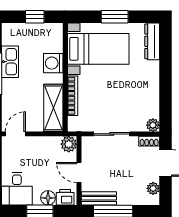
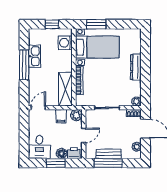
window: (115, 17) -> (96, 24), moved
dresser: (152, 41) -> (136, 67), moved
washing machine: (53, 63) -> (65, 43), moved
filing cabinet: (47, 146) -> (61, 116), added
door: (79, 173) -> (84, 135), swing flipped
bench: (99, 198) -> (109, 154), moved

